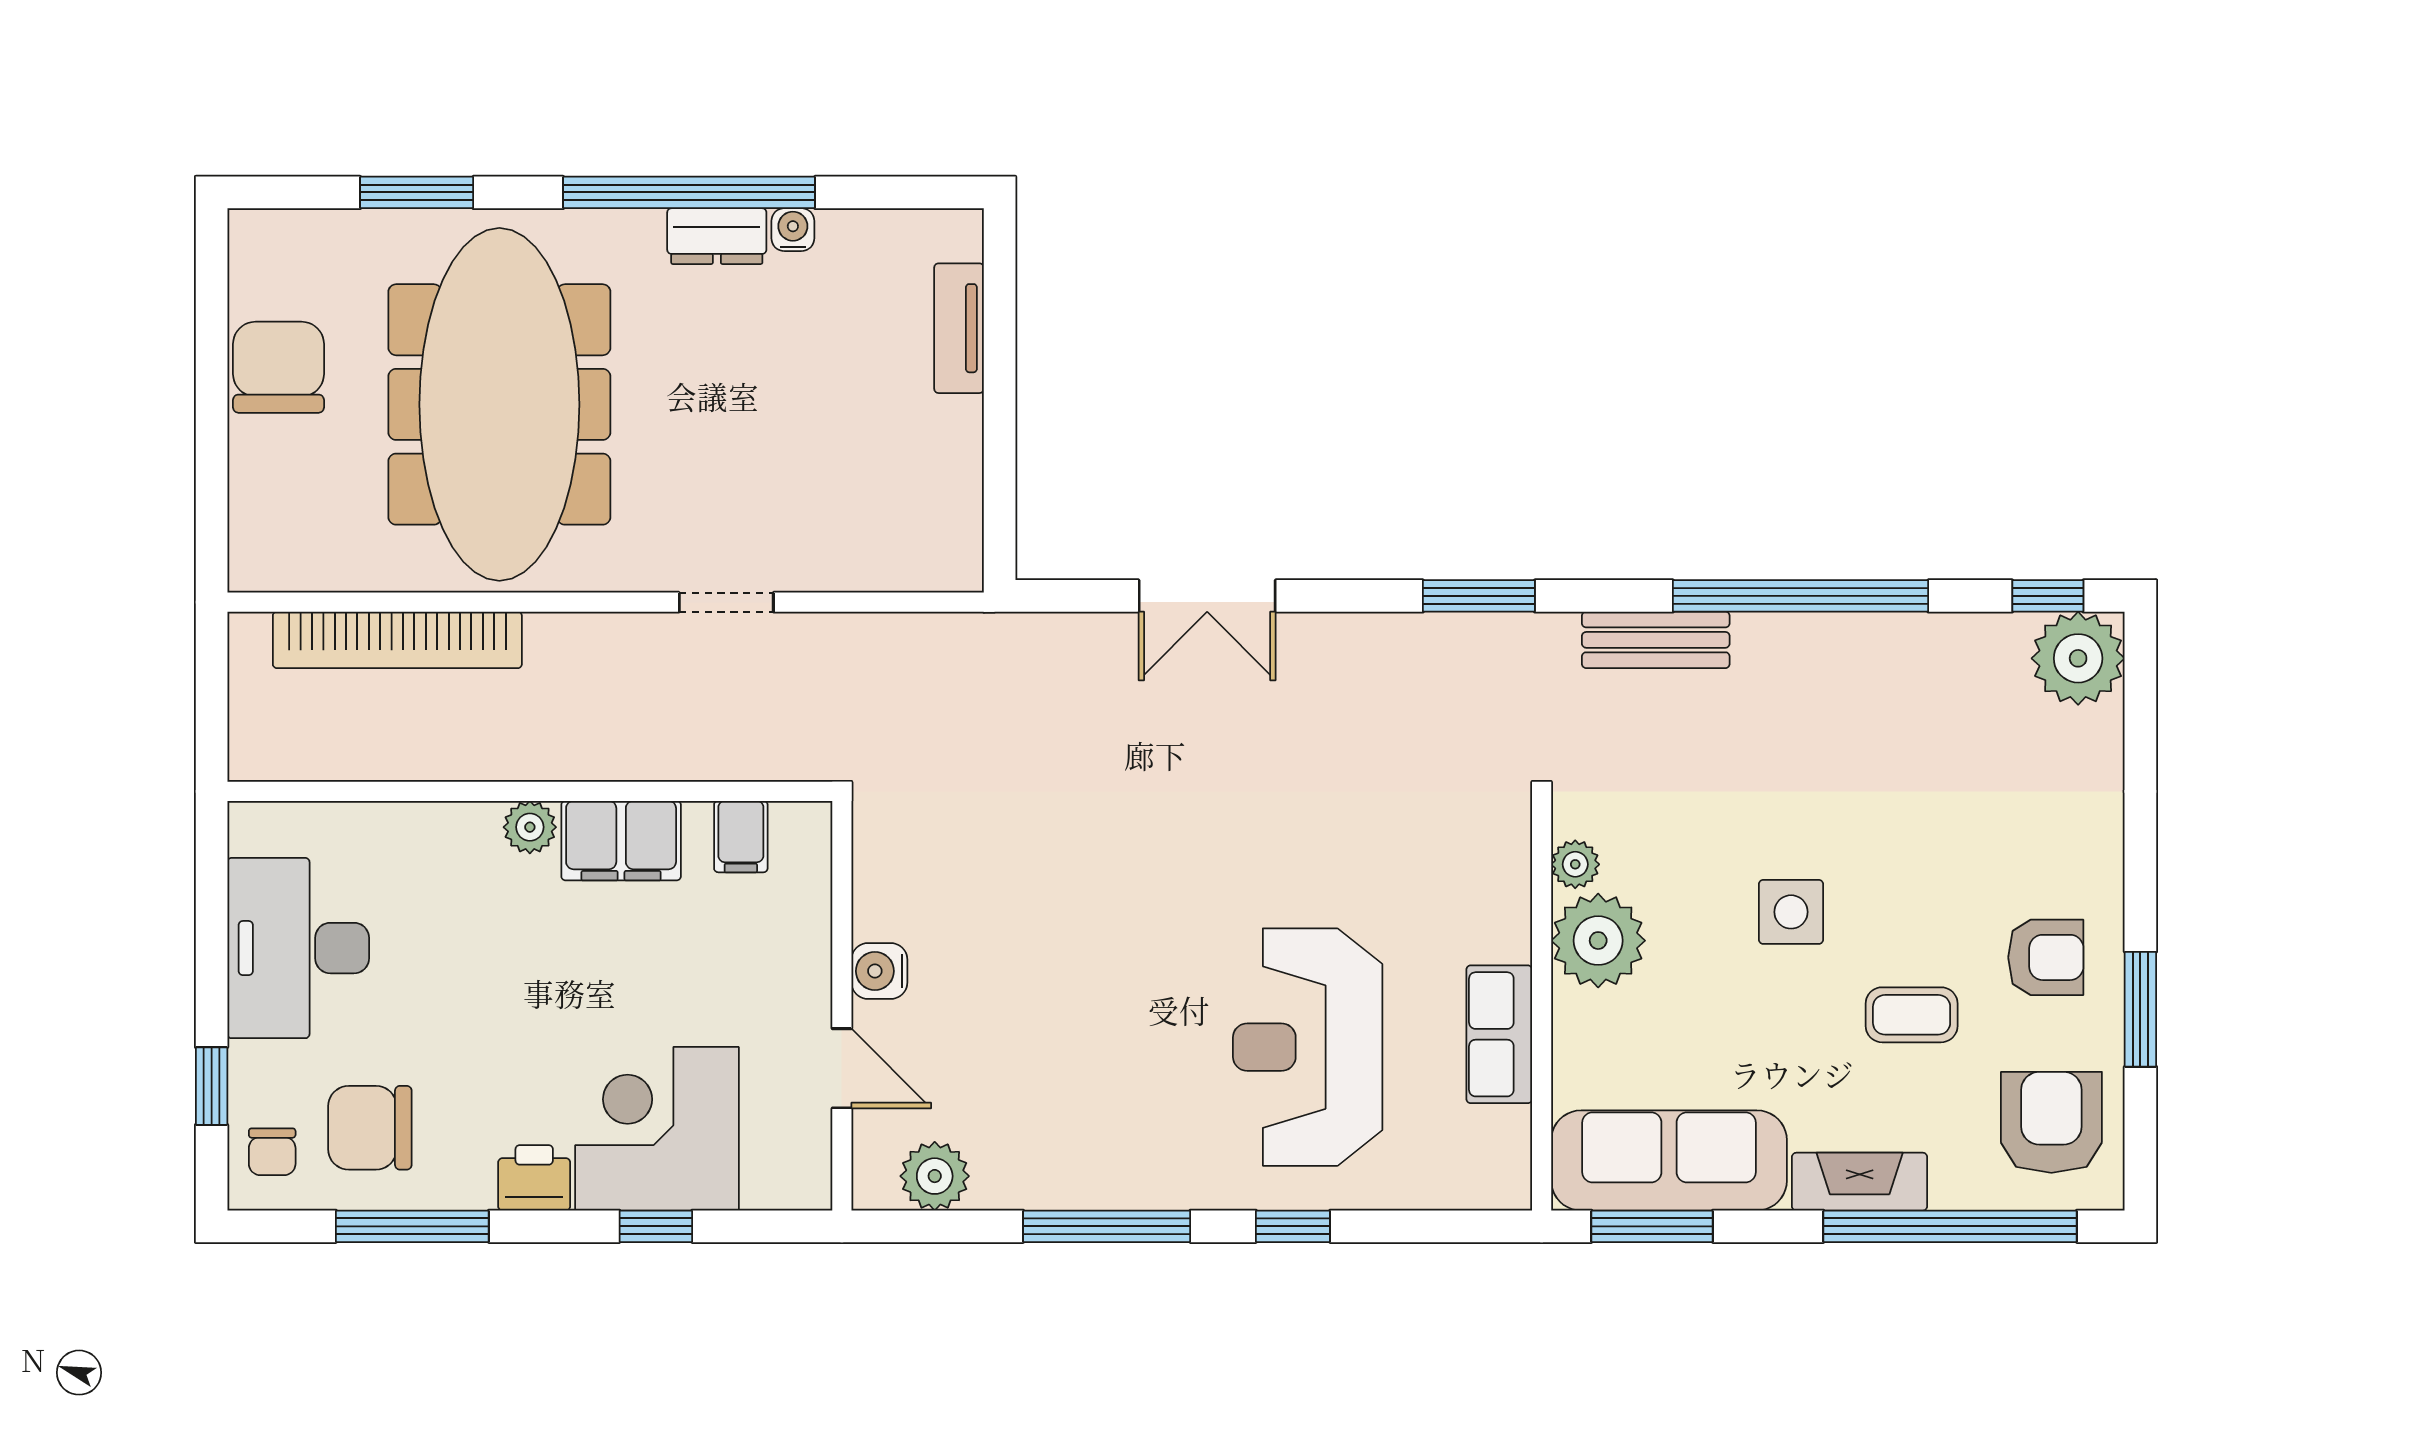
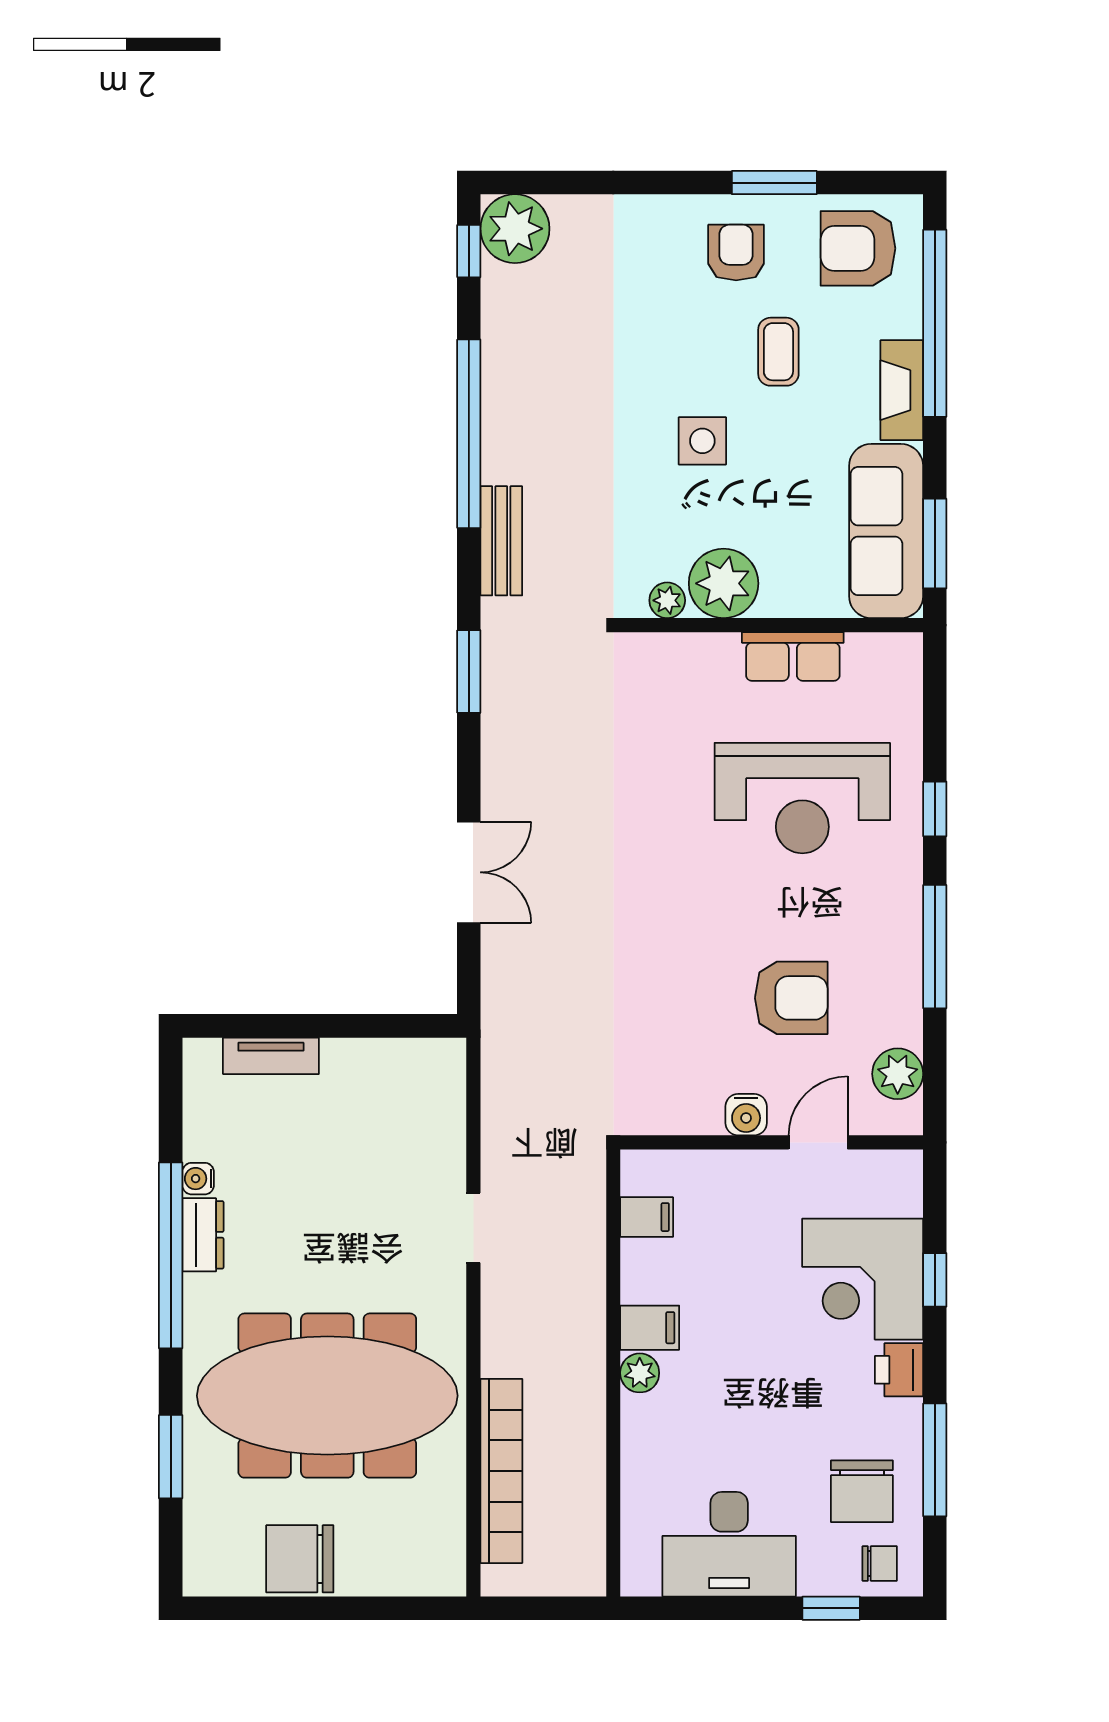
filing cabinet: (621, 841) -> (650, 1328), width x0.50
armchair: (1037, 1032) -> (791, 998), added

